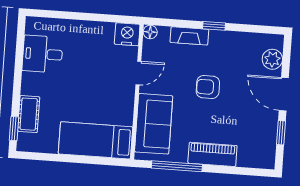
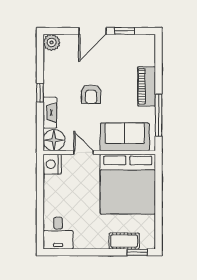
floor lamp: (150, 32) -> (54, 140), width x1.89, depth x1.89
desk: (43, 54) -> (58, 233), moved
plant: (272, 59) -> (52, 42), moved
bed: (95, 140) -> (128, 184), width x2.04

